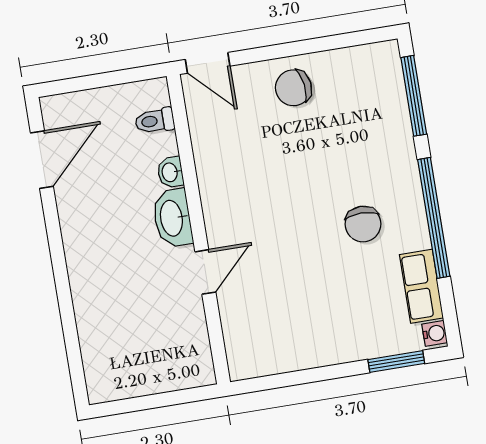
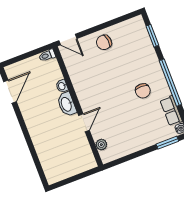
window: (414, 96) -> (152, 36), width x0.69
toilet: (155, 121) -> (47, 55), moved
plant: (236, 333) -> (101, 145), added

